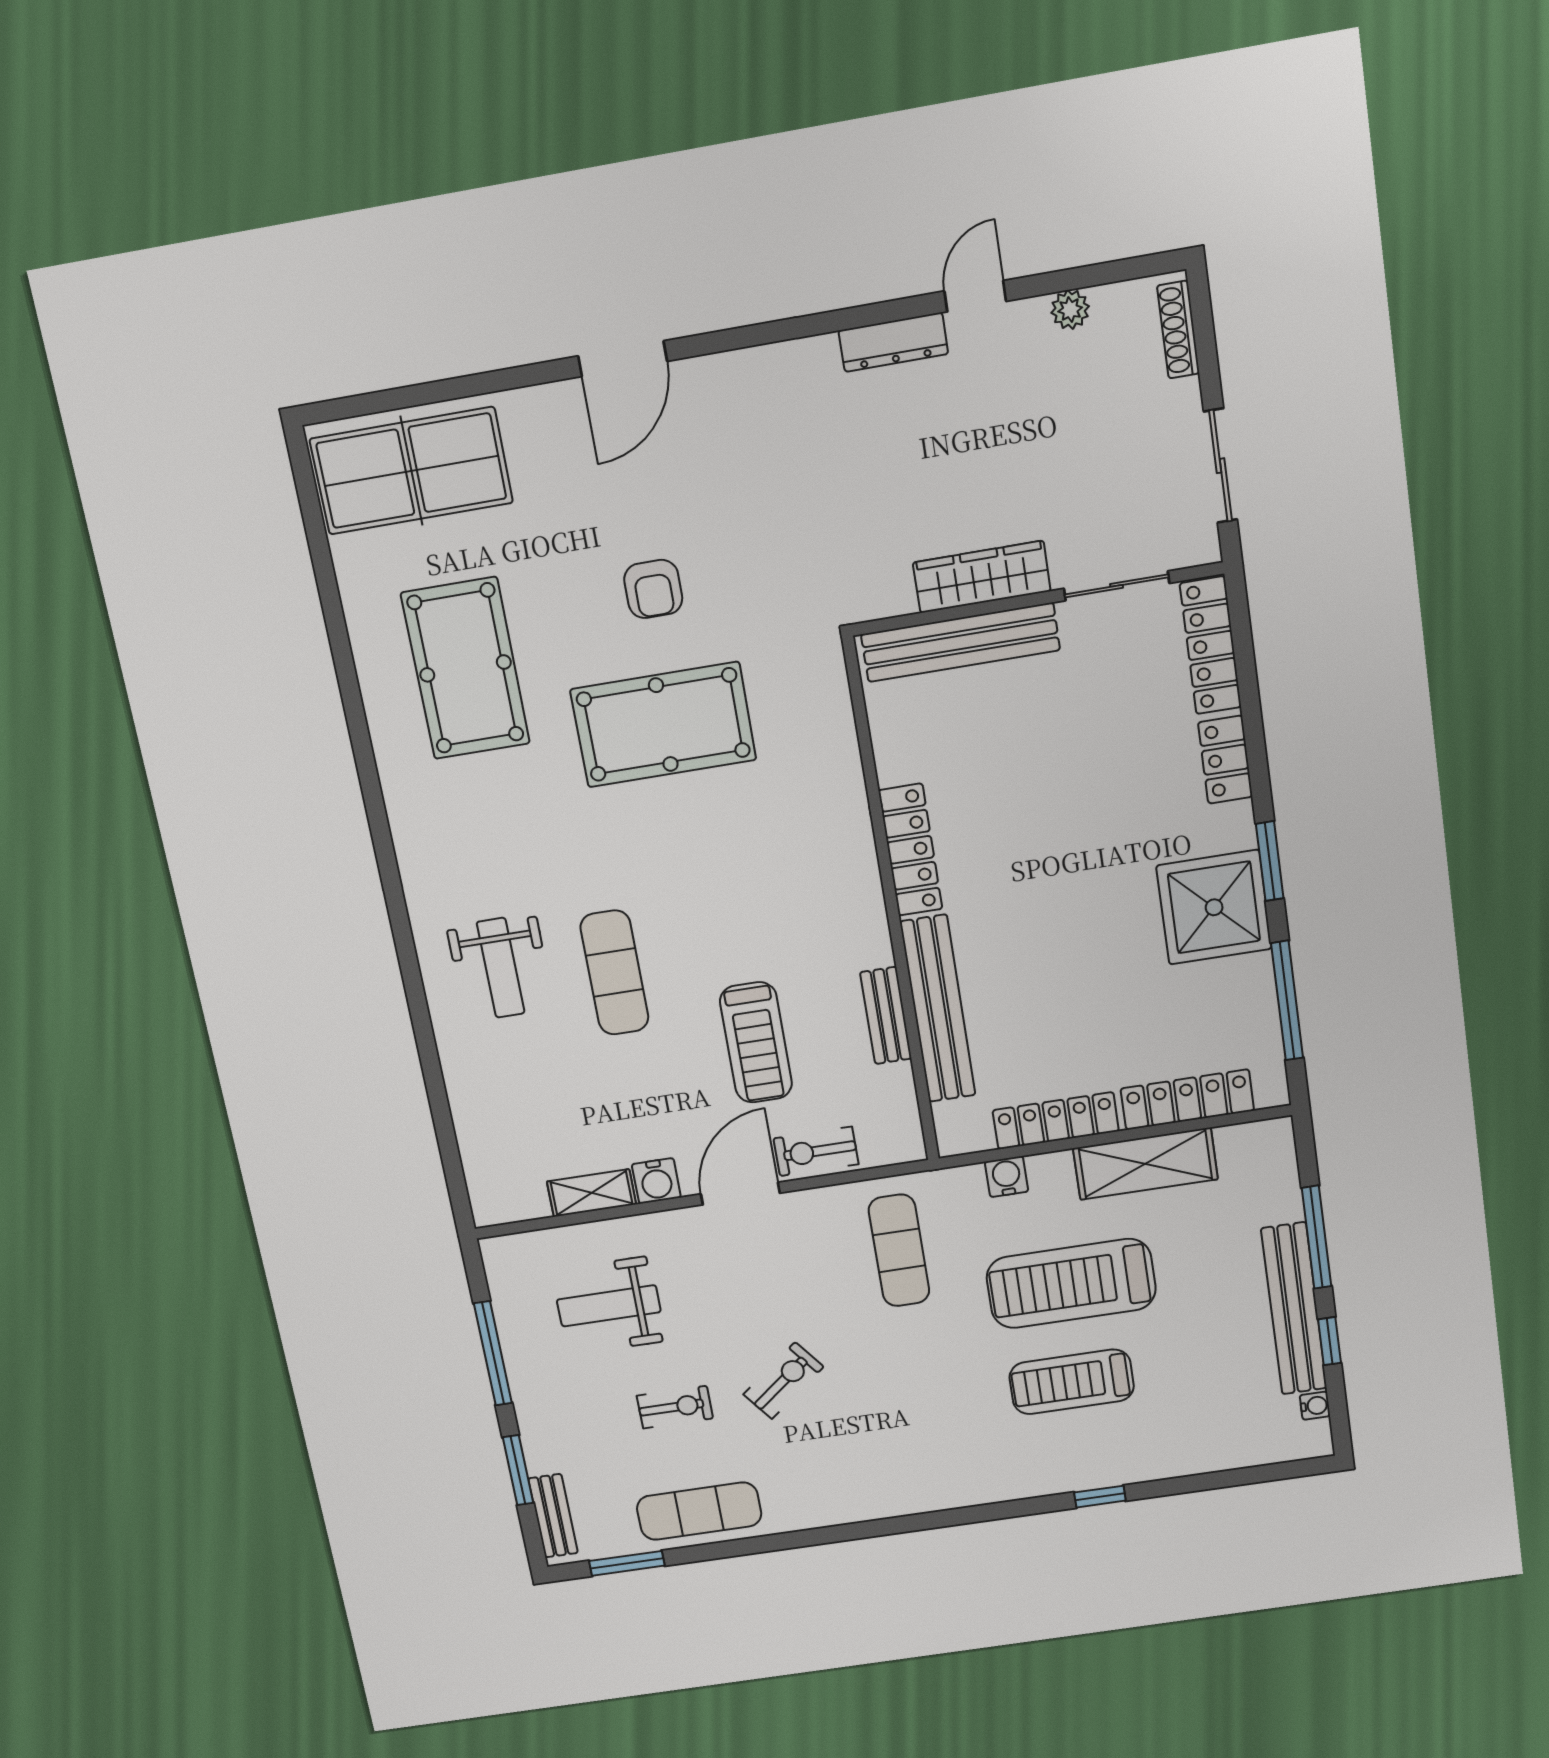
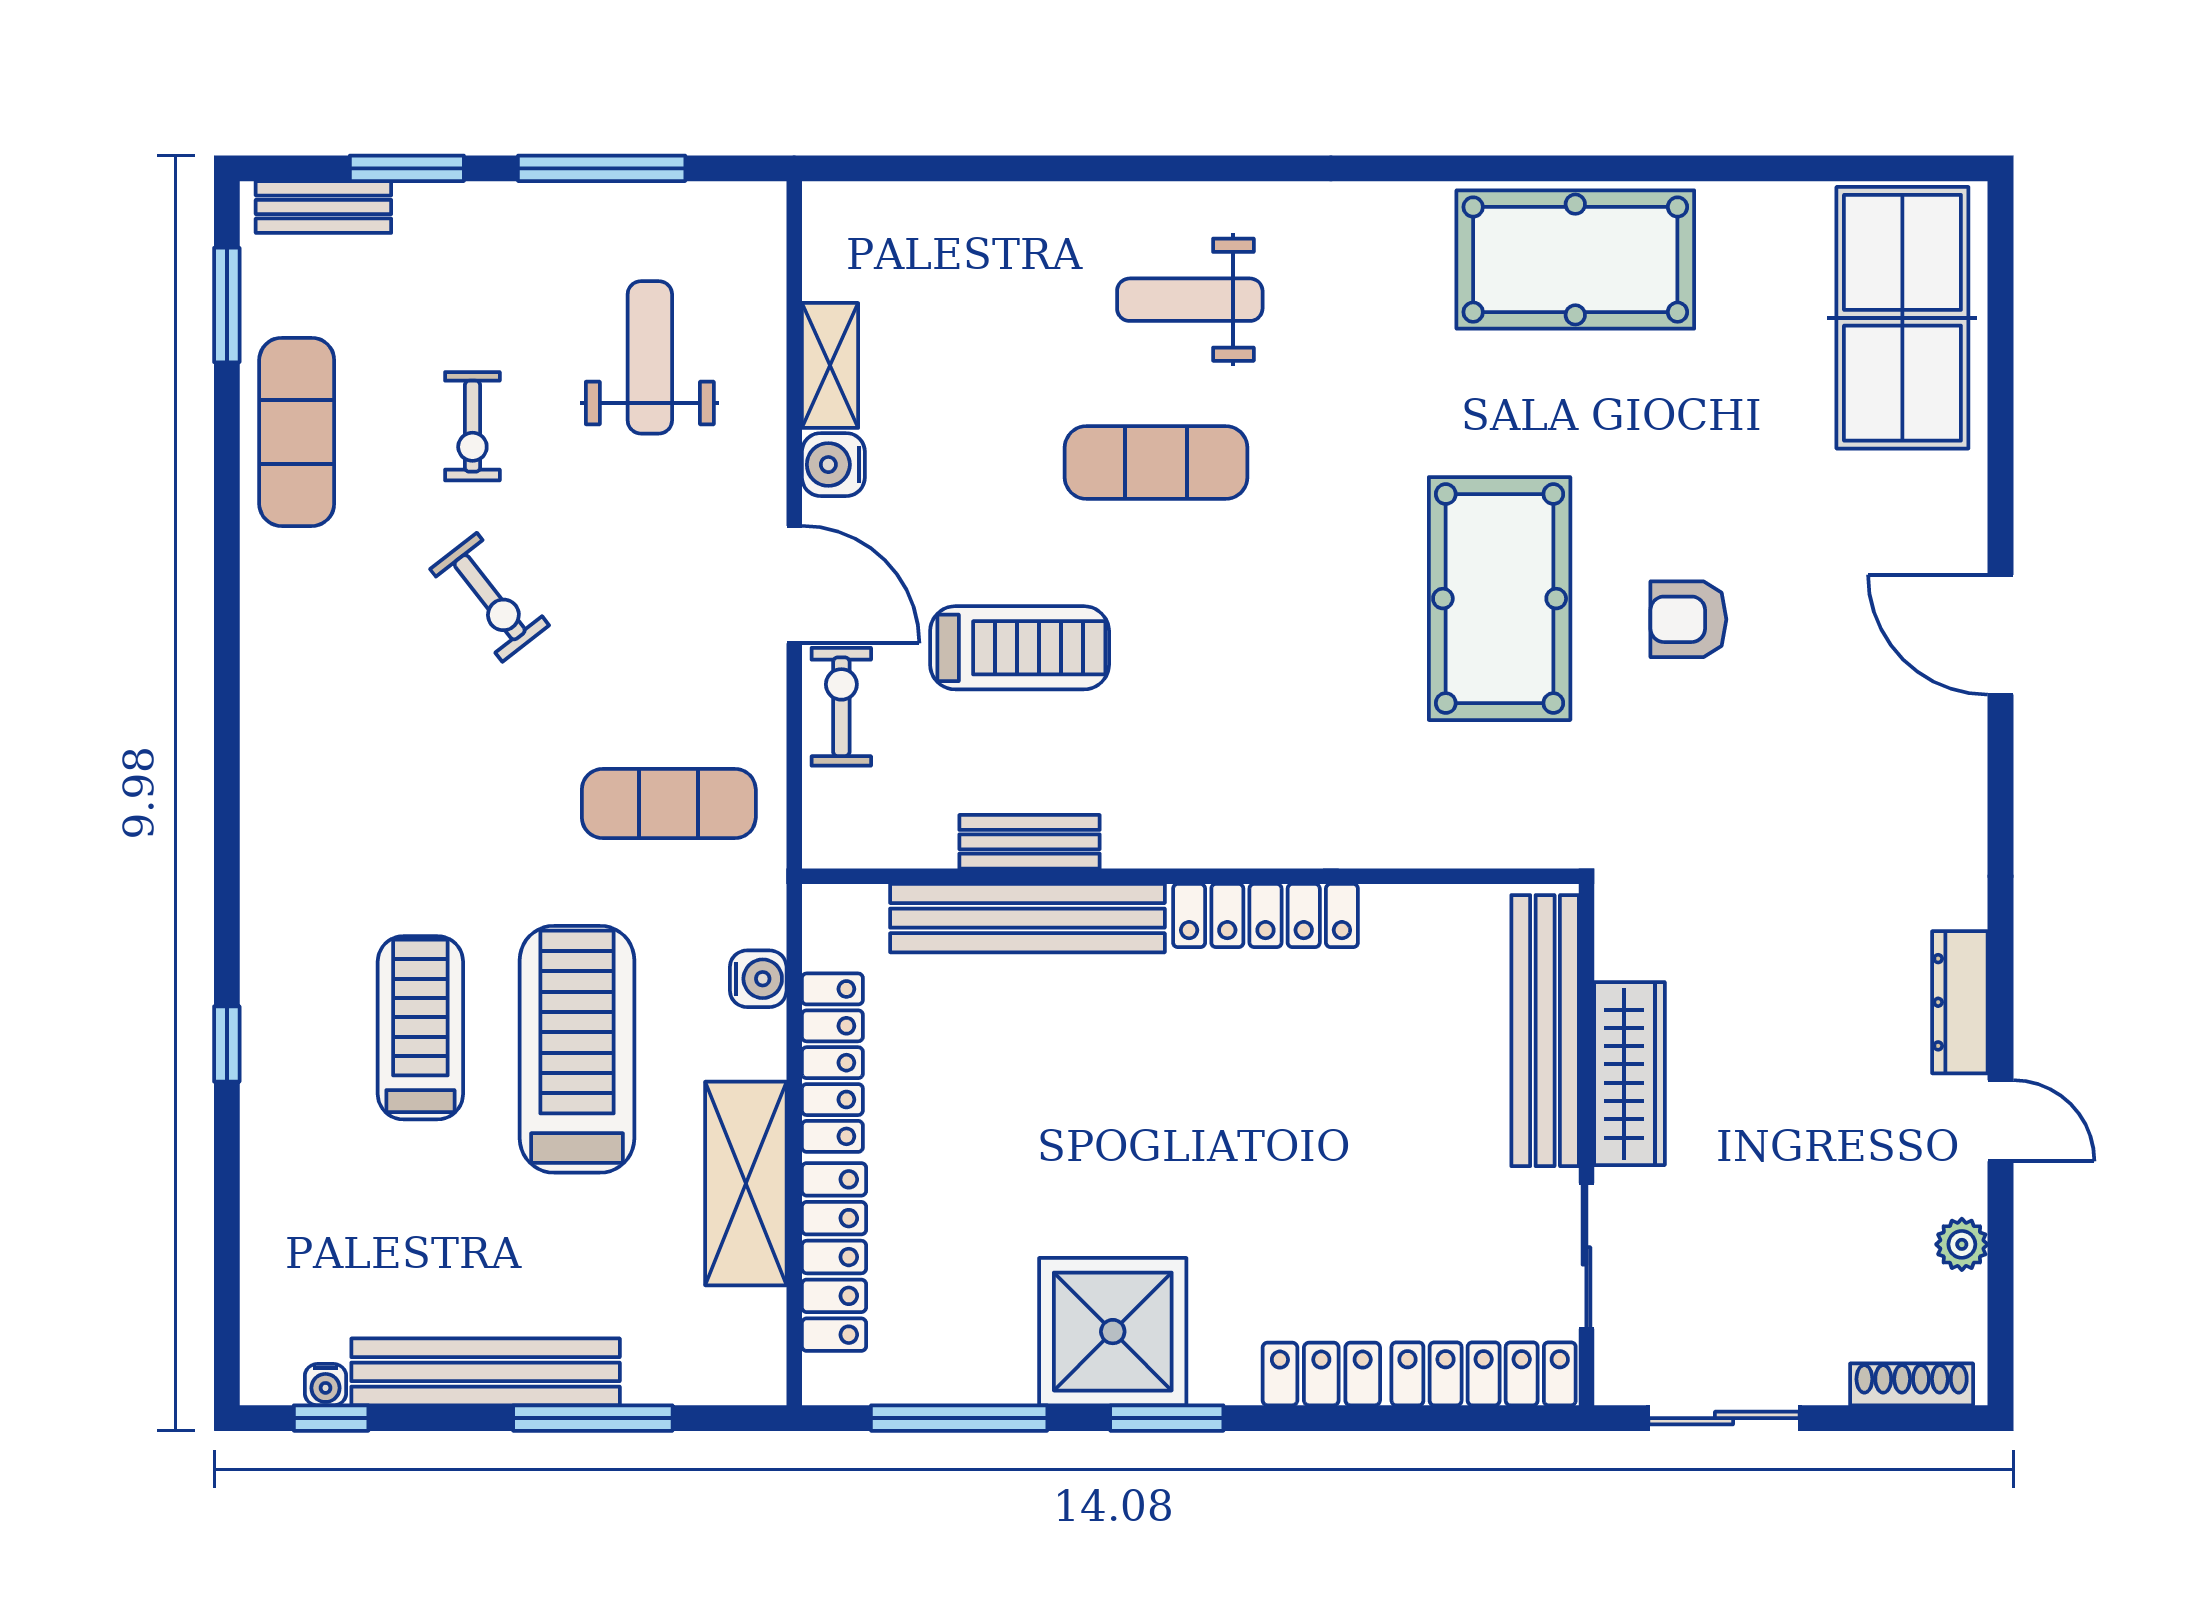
pool table: (466, 668) -> (1575, 260), moved
treadmill: (756, 1042) -> (1020, 648), turned 180
window: (1329, 1341) -> (331, 1418), moved

